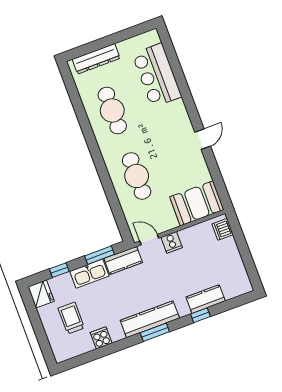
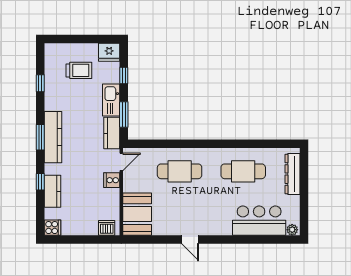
plant: (154, 38) -> (292, 230), added
cooker: (101, 338) -> (53, 228), moved
window: (99, 353) -> (40, 83), added

